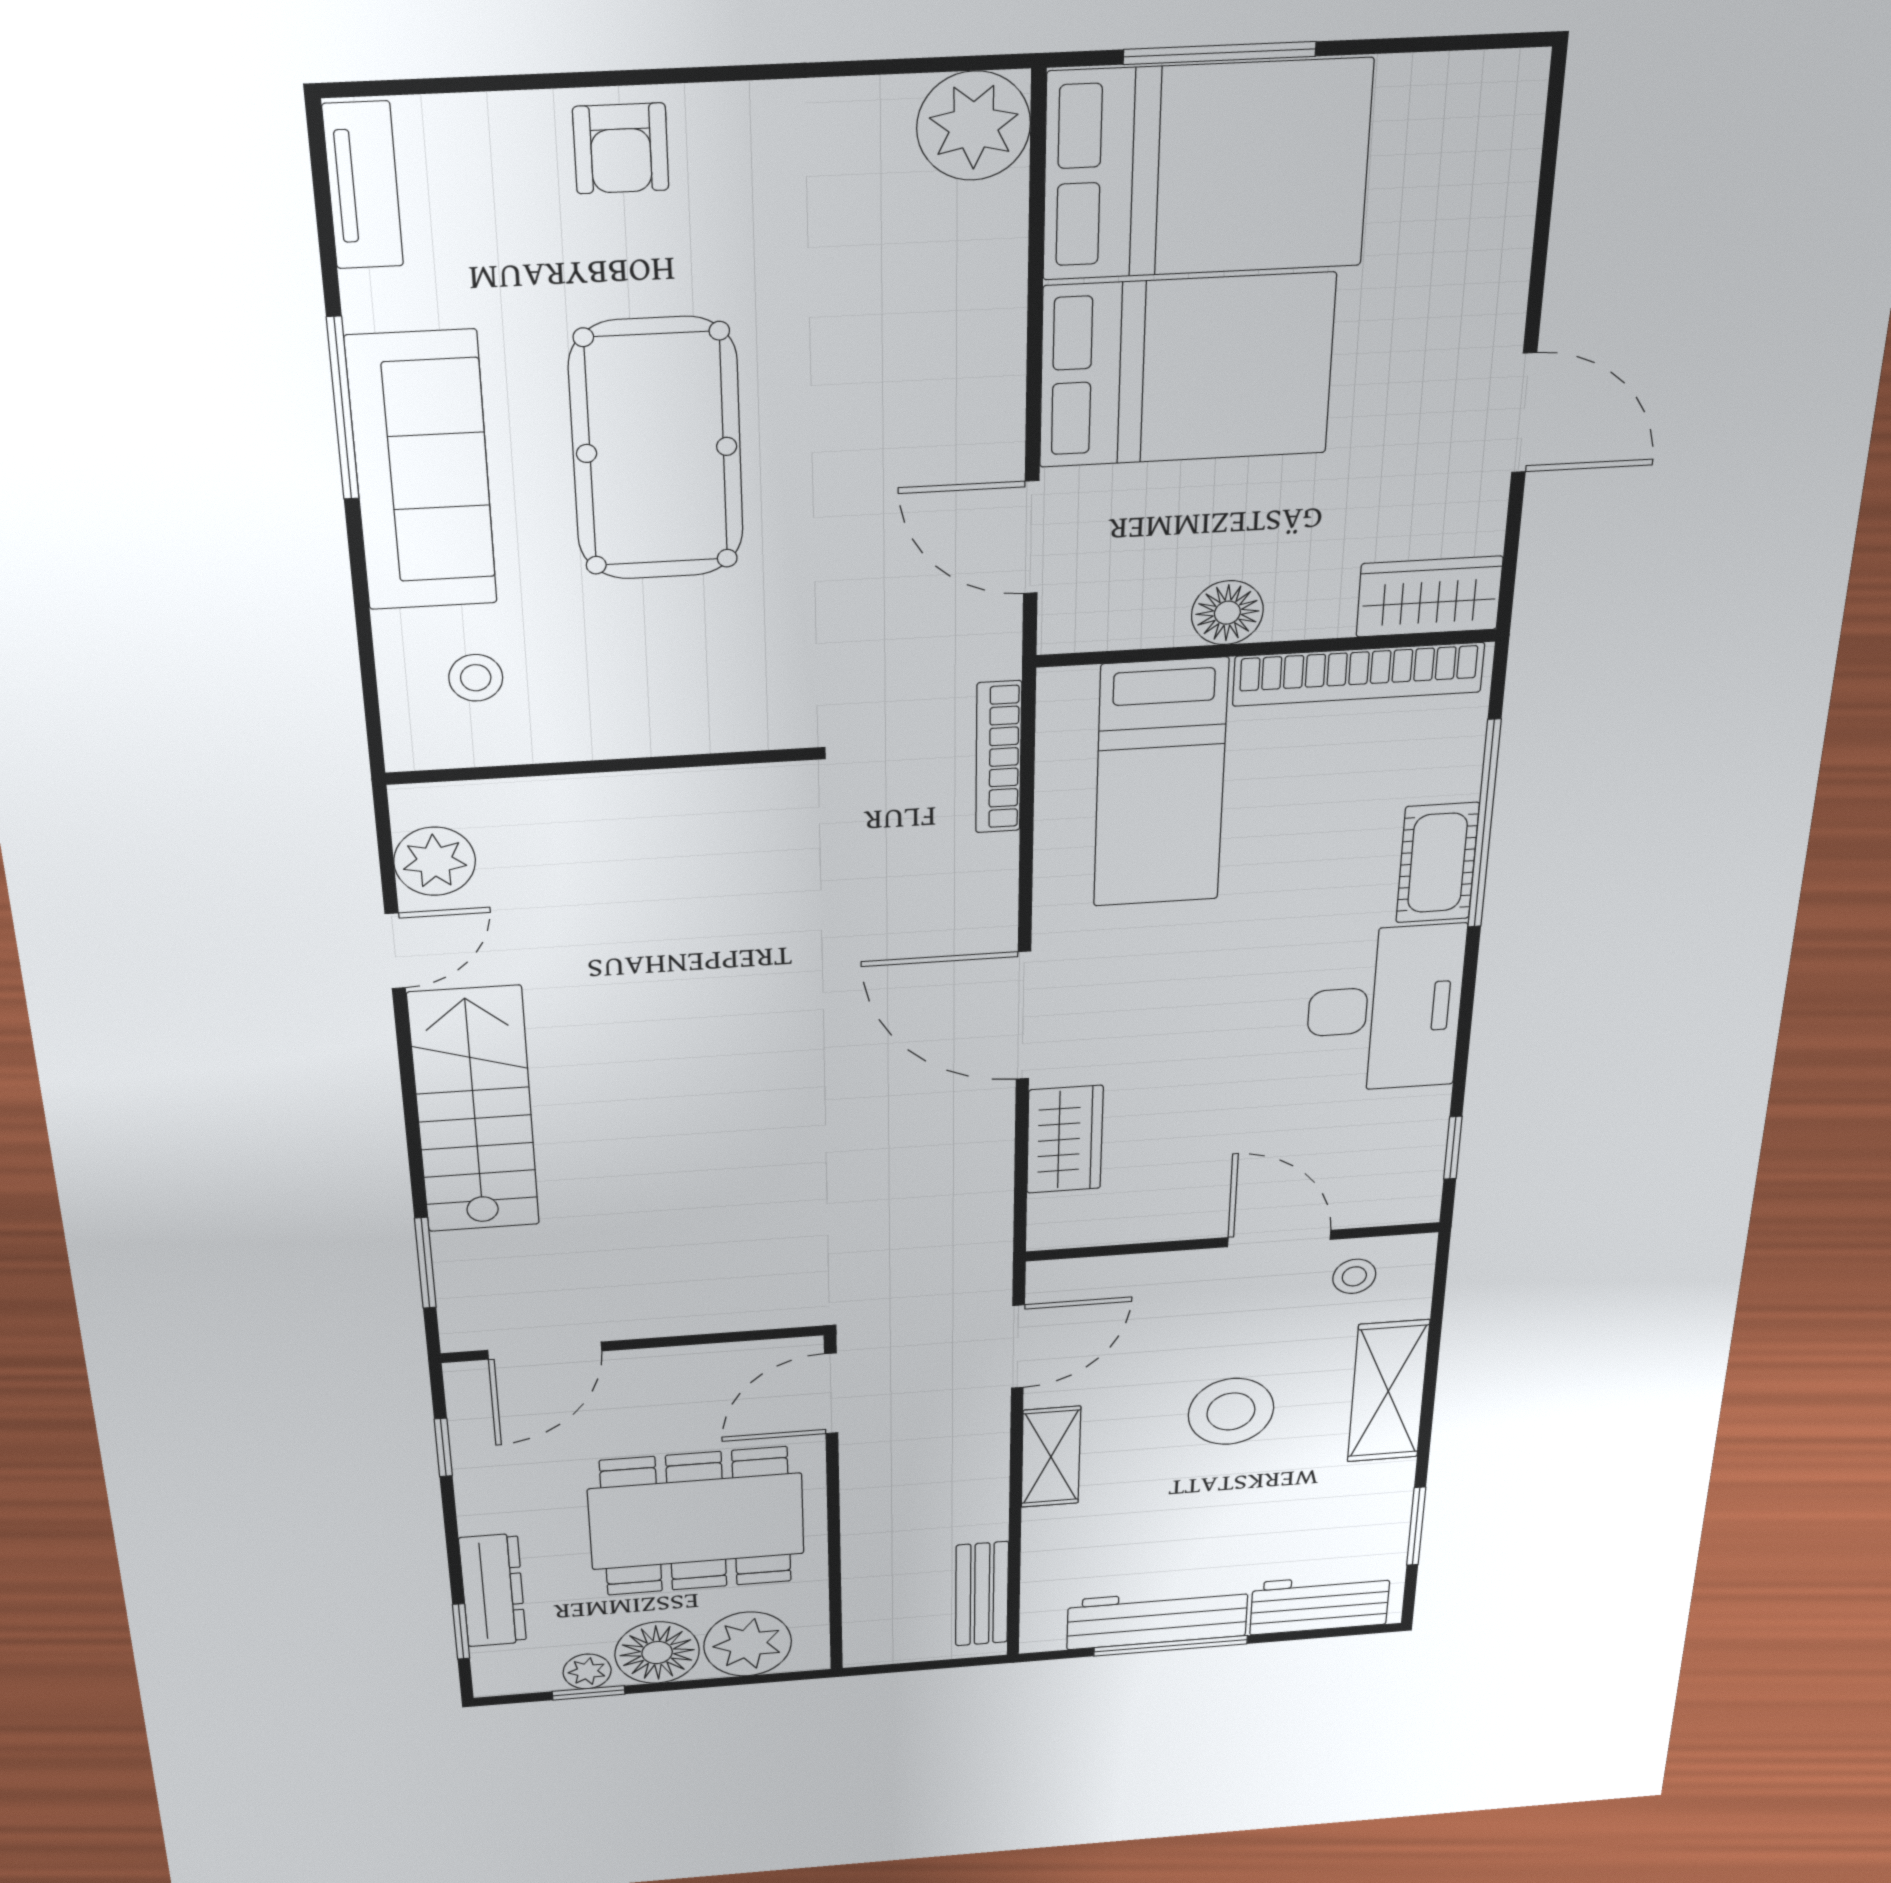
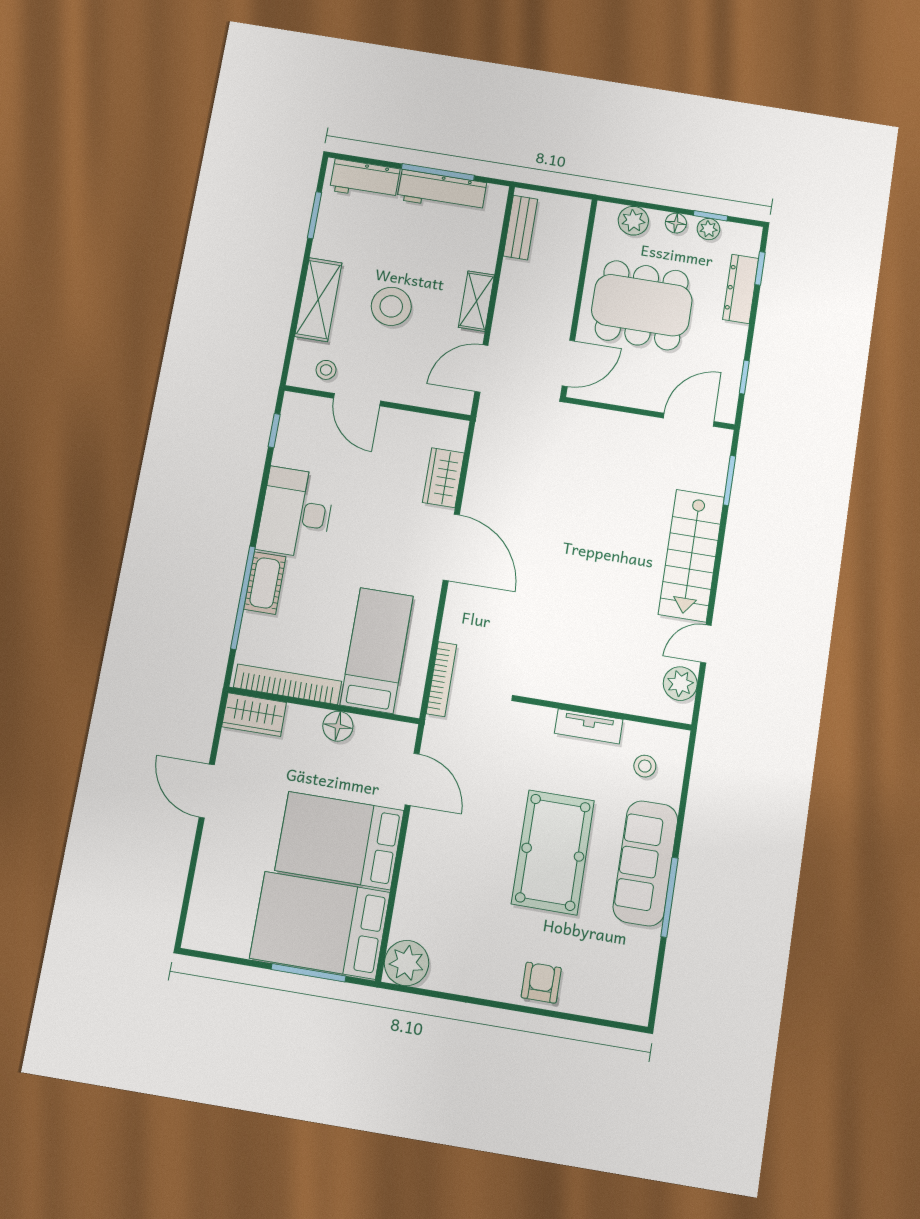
tv unit: (363, 185) -> (589, 726), moved, turned -90
plant: (748, 1644) -> (633, 221), width x0.73, depth x0.73
floor lamp: (657, 1653) -> (676, 223), width x0.53, depth x0.53

